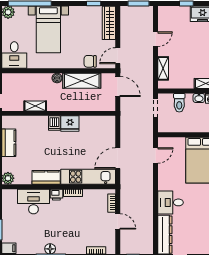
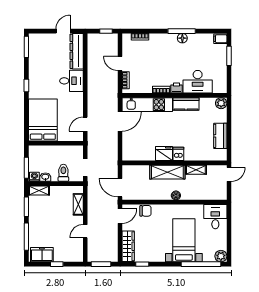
shelving: (82, 81) -> (167, 172), moved

